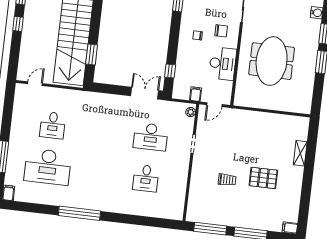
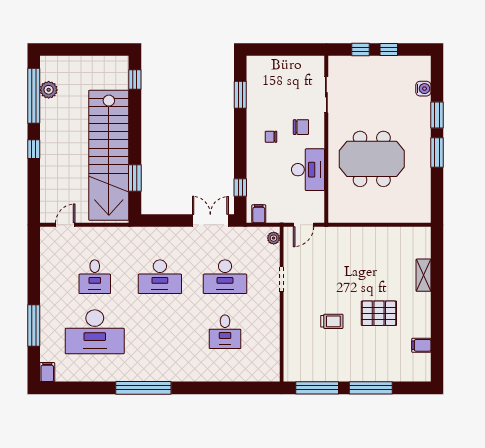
meeting table: (272, 61) -> (372, 159), turned 90
filing cabinet: (196, 94) -> (259, 214), moved
desk: (102, 131) -> (160, 277), added
filing cabinet: (290, 228) -> (421, 345), moved

